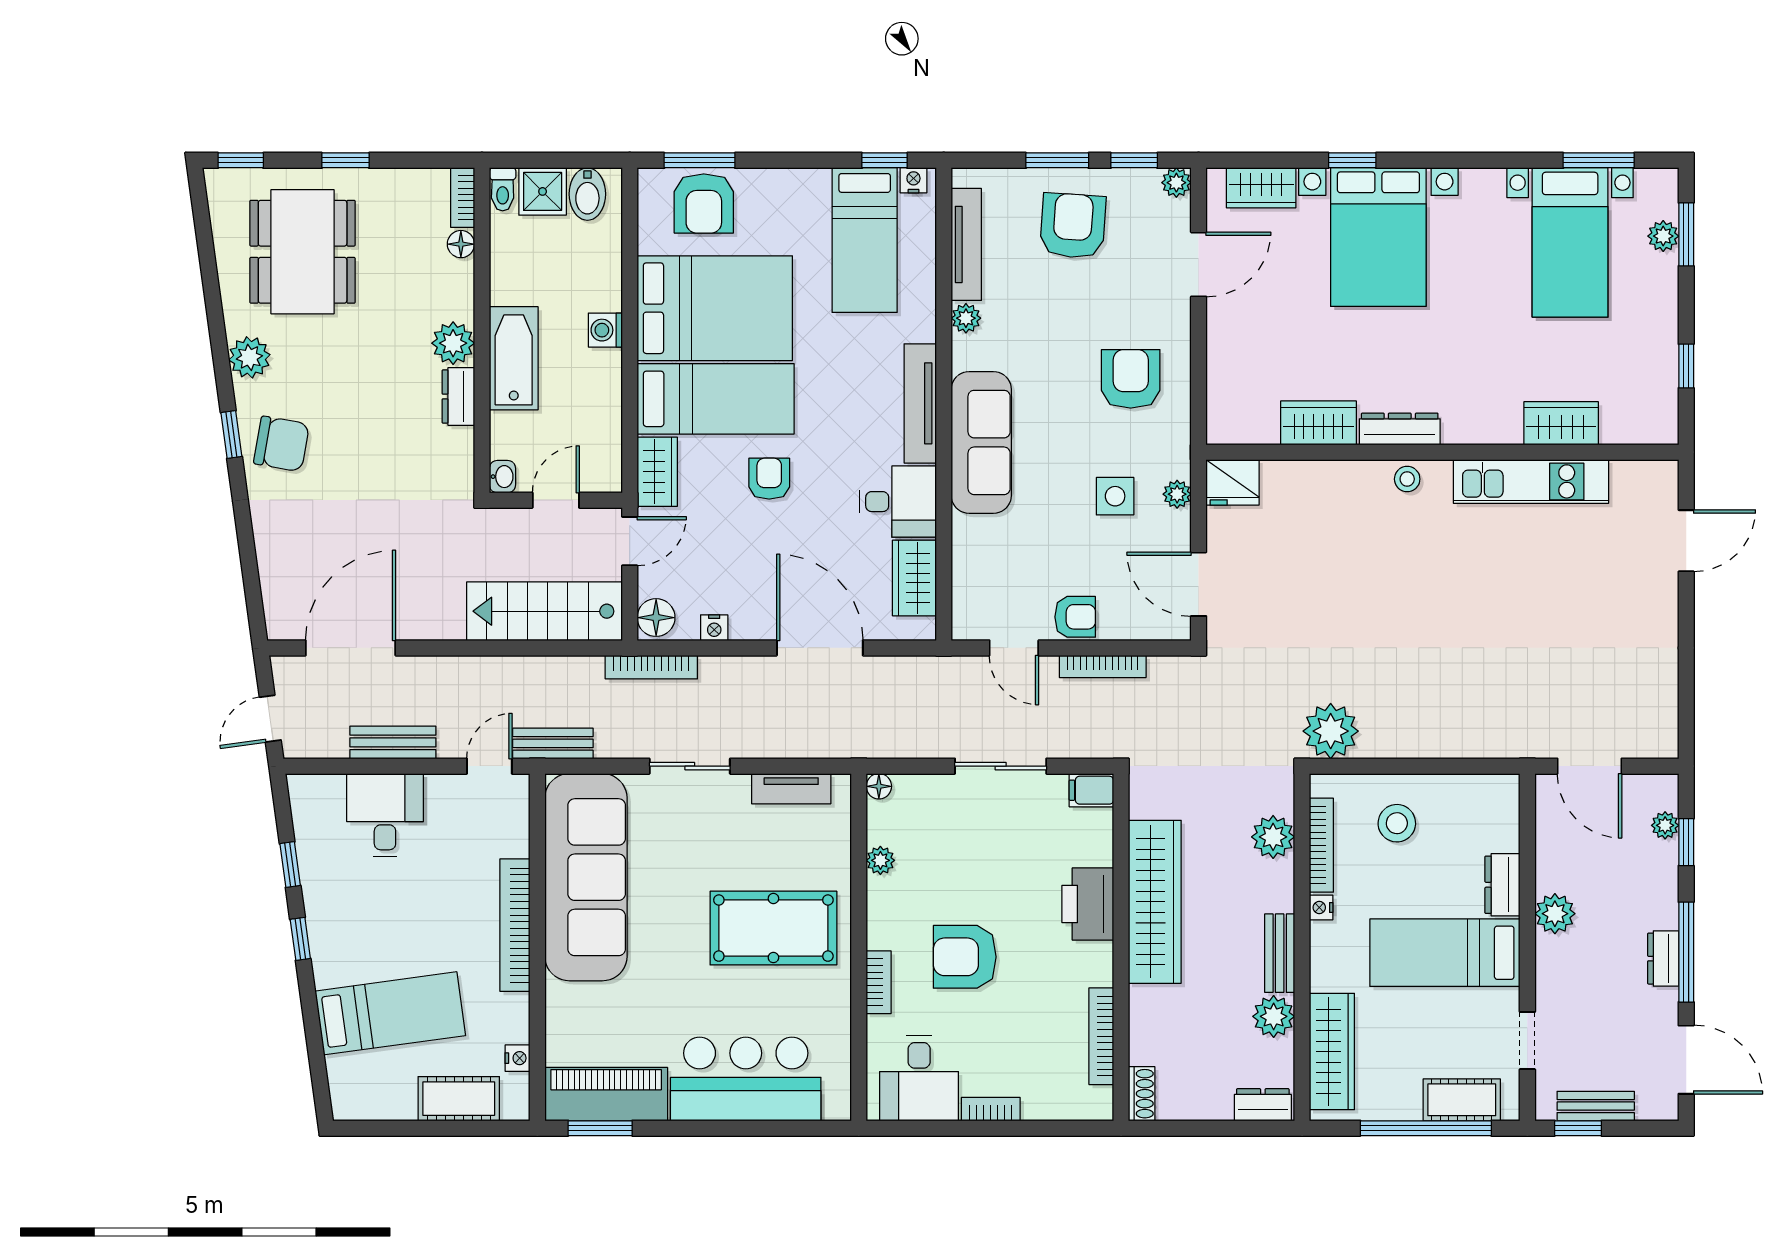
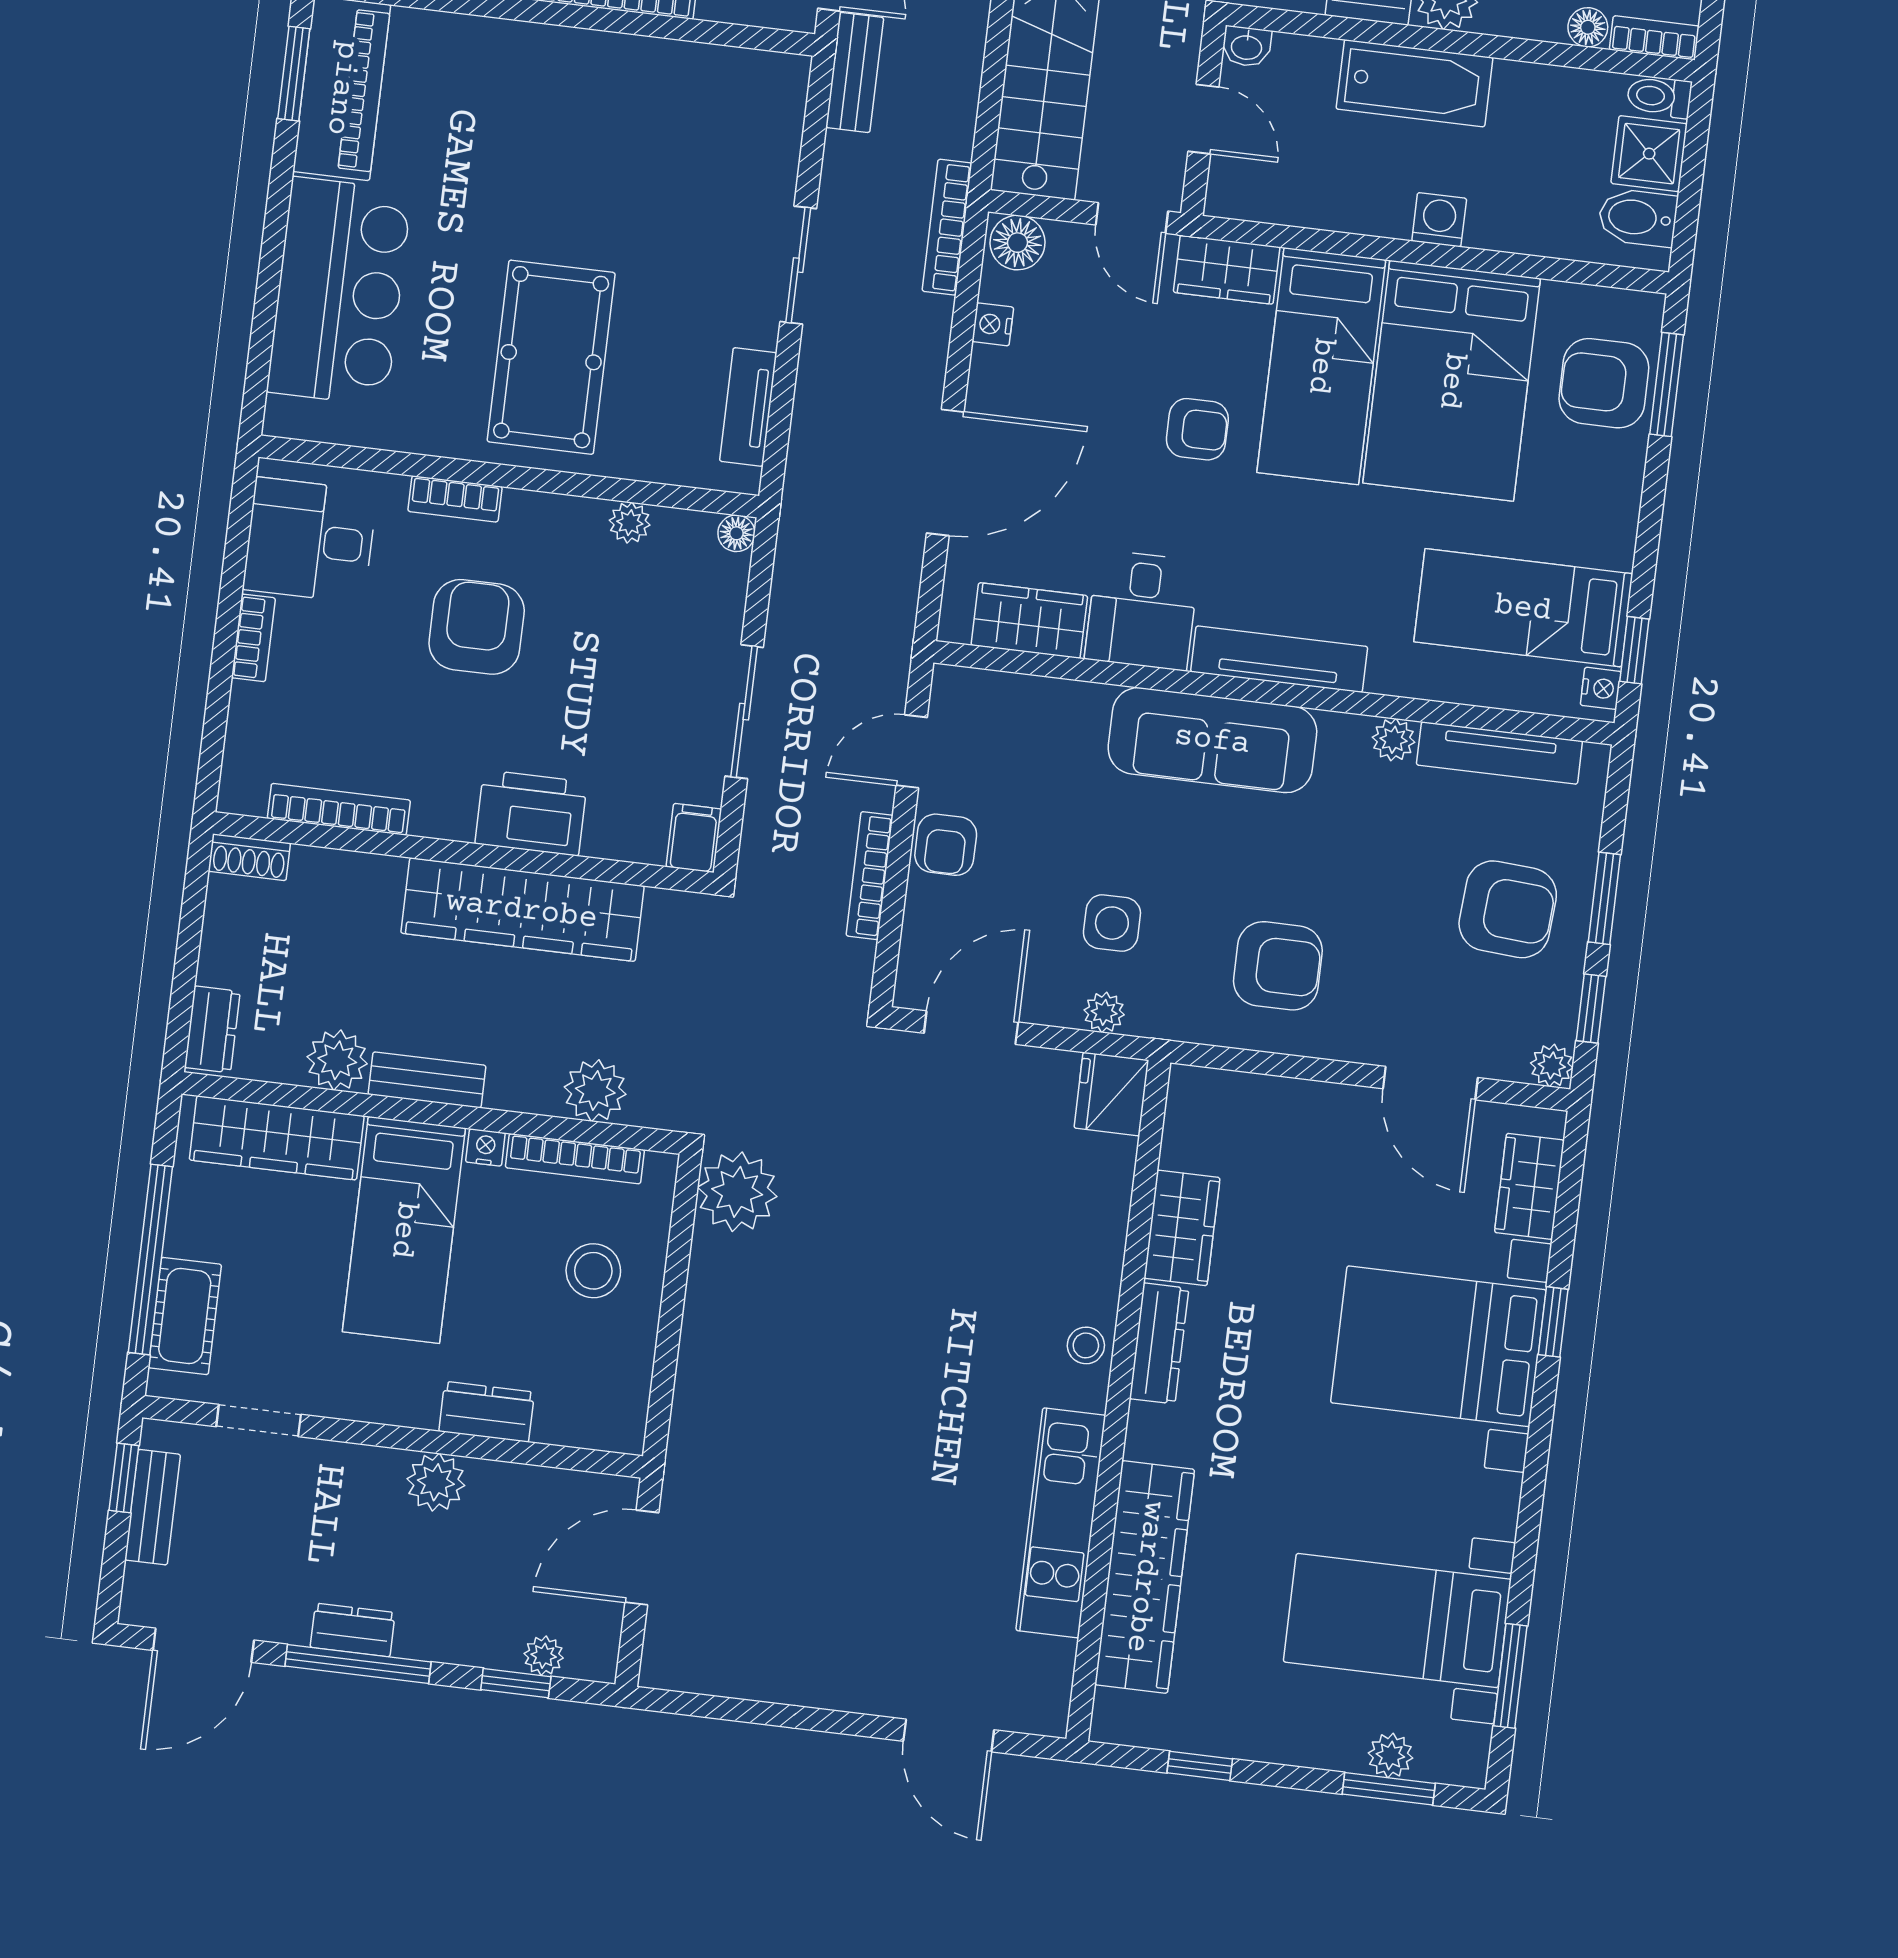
wardrobe: (1561, 423) -> (1145, 1577), width x2.10, depth x1.17
sofa: (586, 877) -> (657, 97), removed
bed: (1445, 953) -> (404, 1230), moved, turned 180

